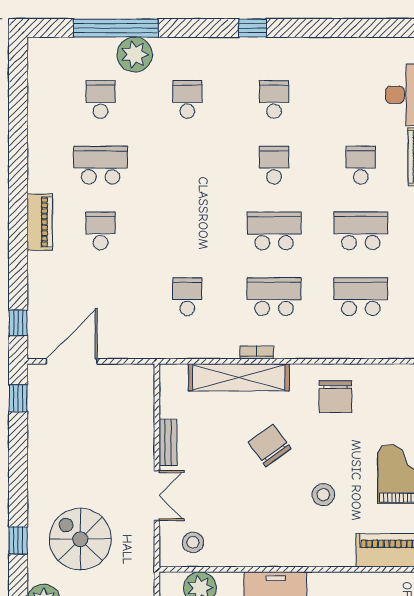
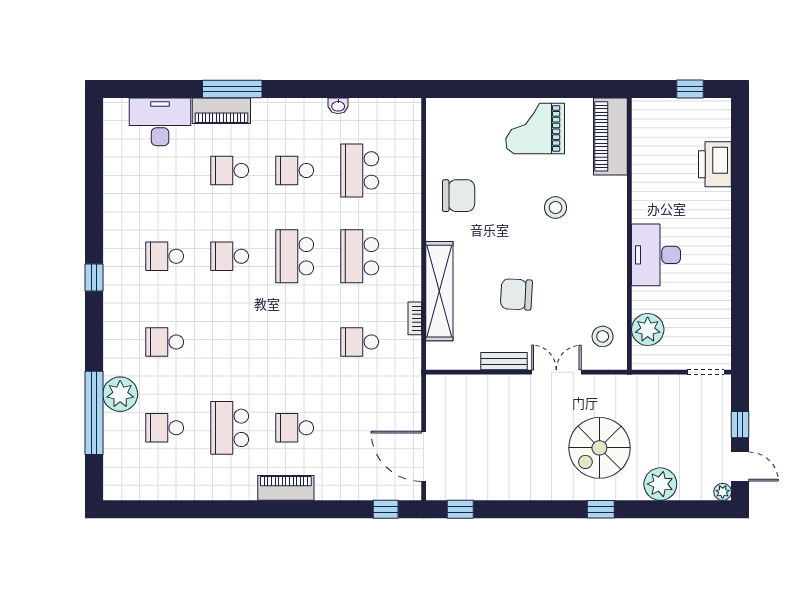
school desk: (361, 231) -> (295, 170), width x0.54
bookcase: (257, 352) -> (415, 318), moved
chair: (270, 445) -> (516, 294), moved, turned 39

